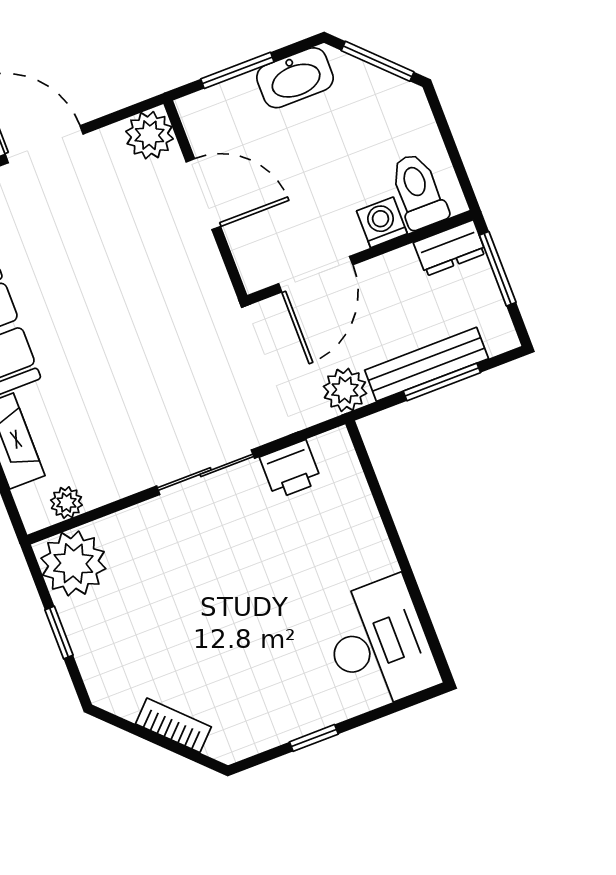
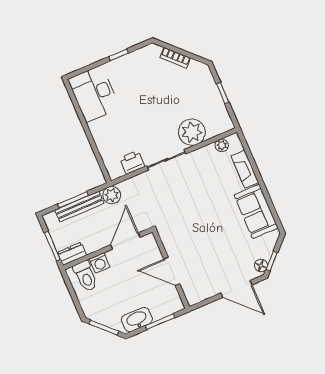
plant: (149, 135) -> (194, 294), removed
plant: (73, 563) -> (192, 132), moved

